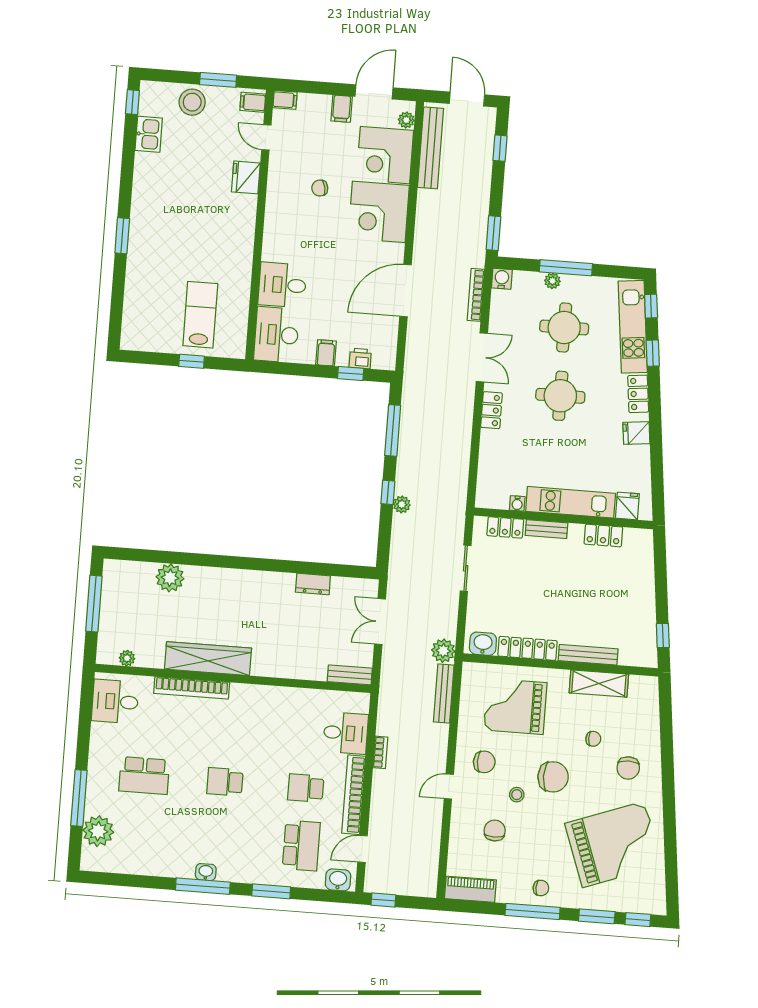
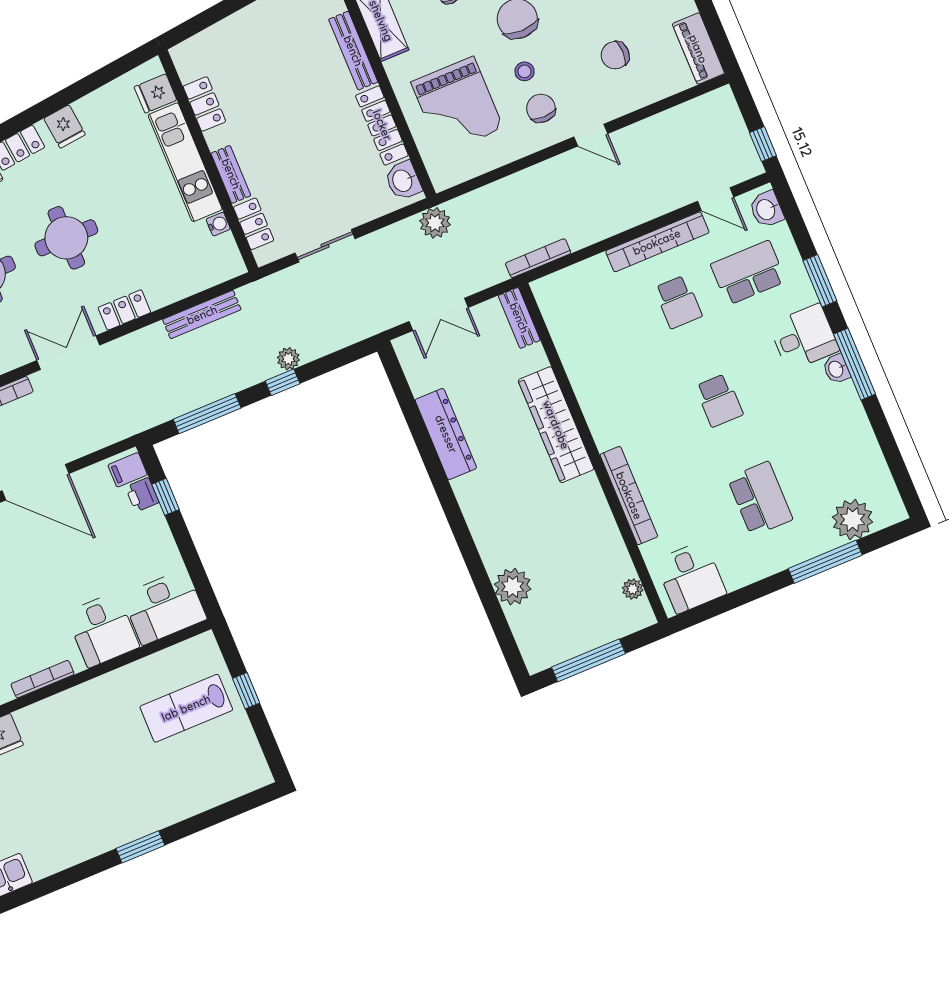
bookcase: (270, 227) -> (43, 679), added
filing cabinet: (326, 353) -> (128, 470), moved
dresser: (313, 584) -> (446, 434), width x1.96, depth x1.24
wardrobe: (208, 659) -> (556, 425), moved
bench: (444, 694) -> (202, 315), moved
desk: (346, 733) -> (804, 337), moved, turned 90
bookcase: (380, 752) -> (538, 258), moved, width x1.56
stool: (517, 795) -> (525, 71), moved

